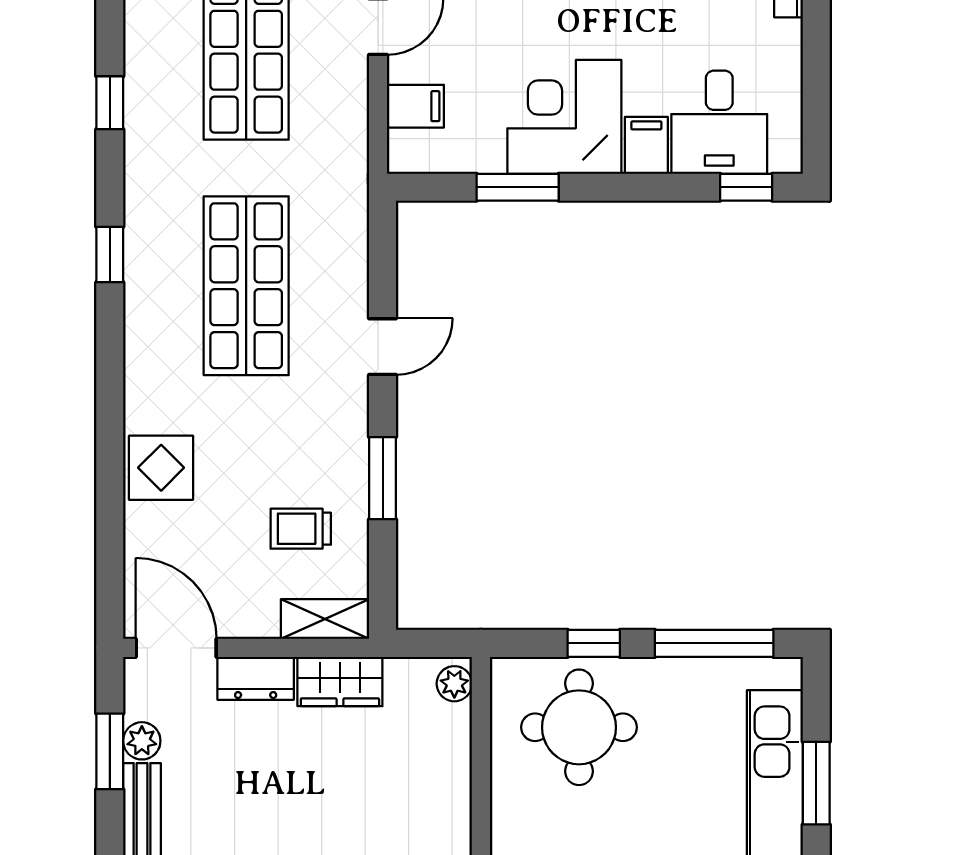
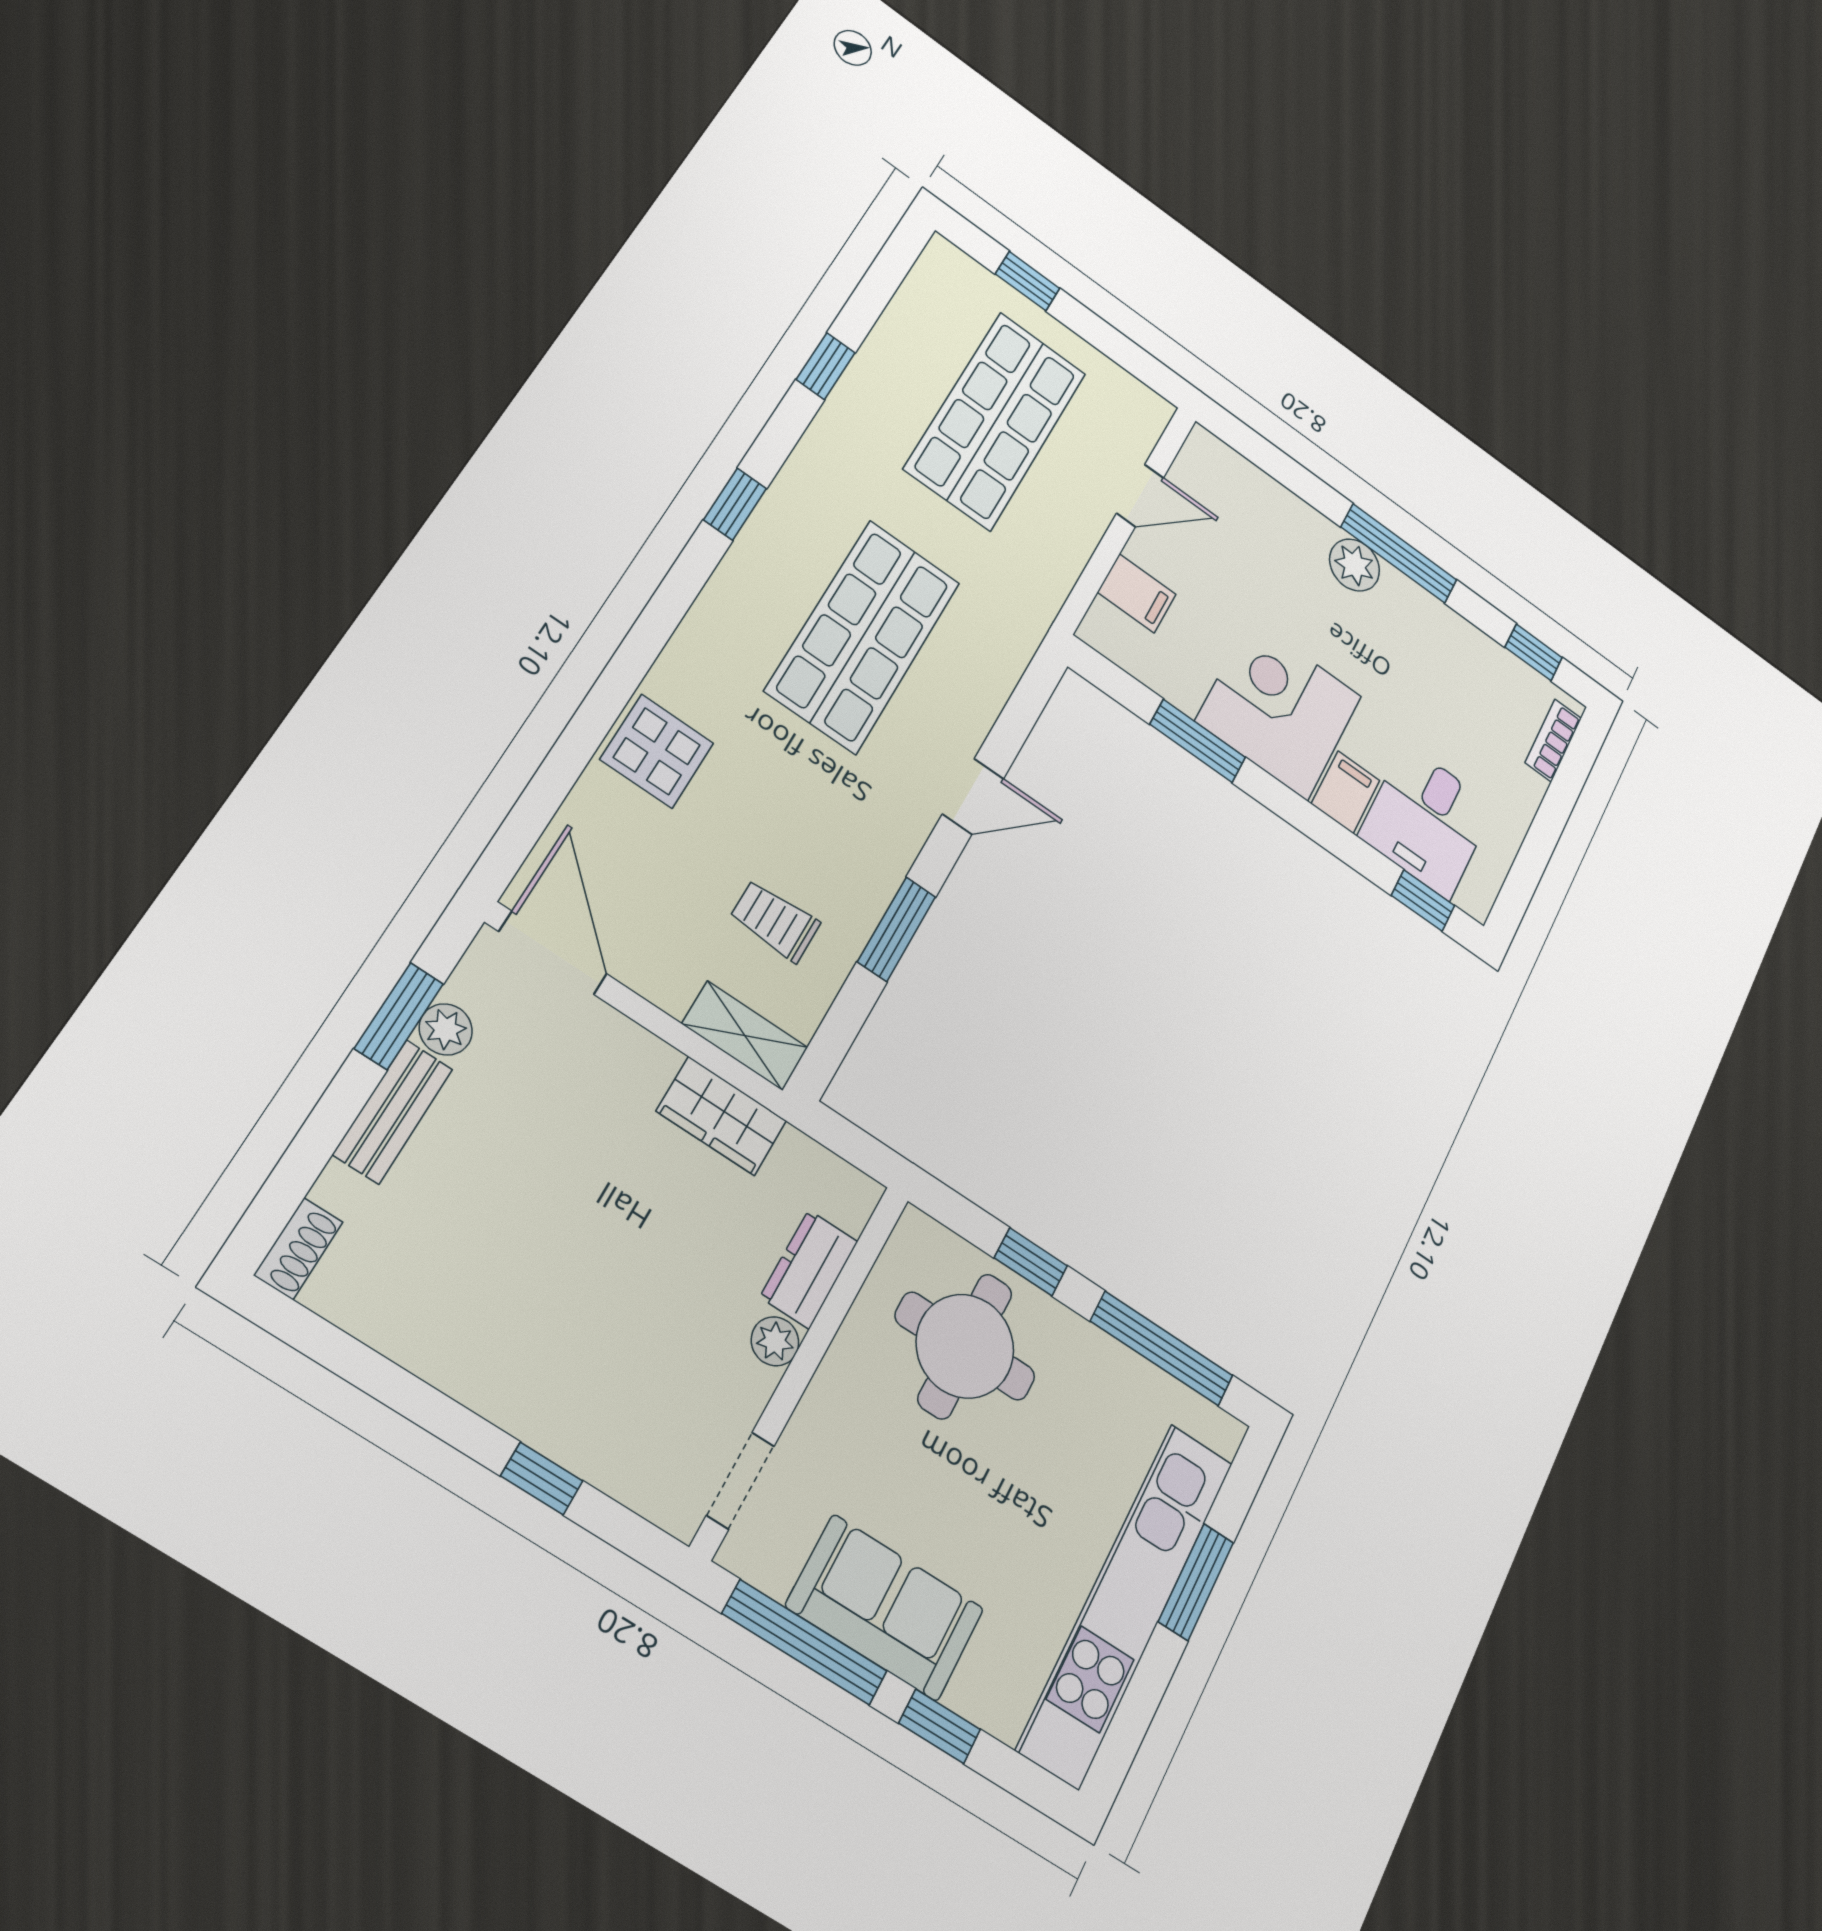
dresser: (256, 678) -> (809, 1269), moved, turned 90
plant: (454, 684) -> (775, 1341), moved

